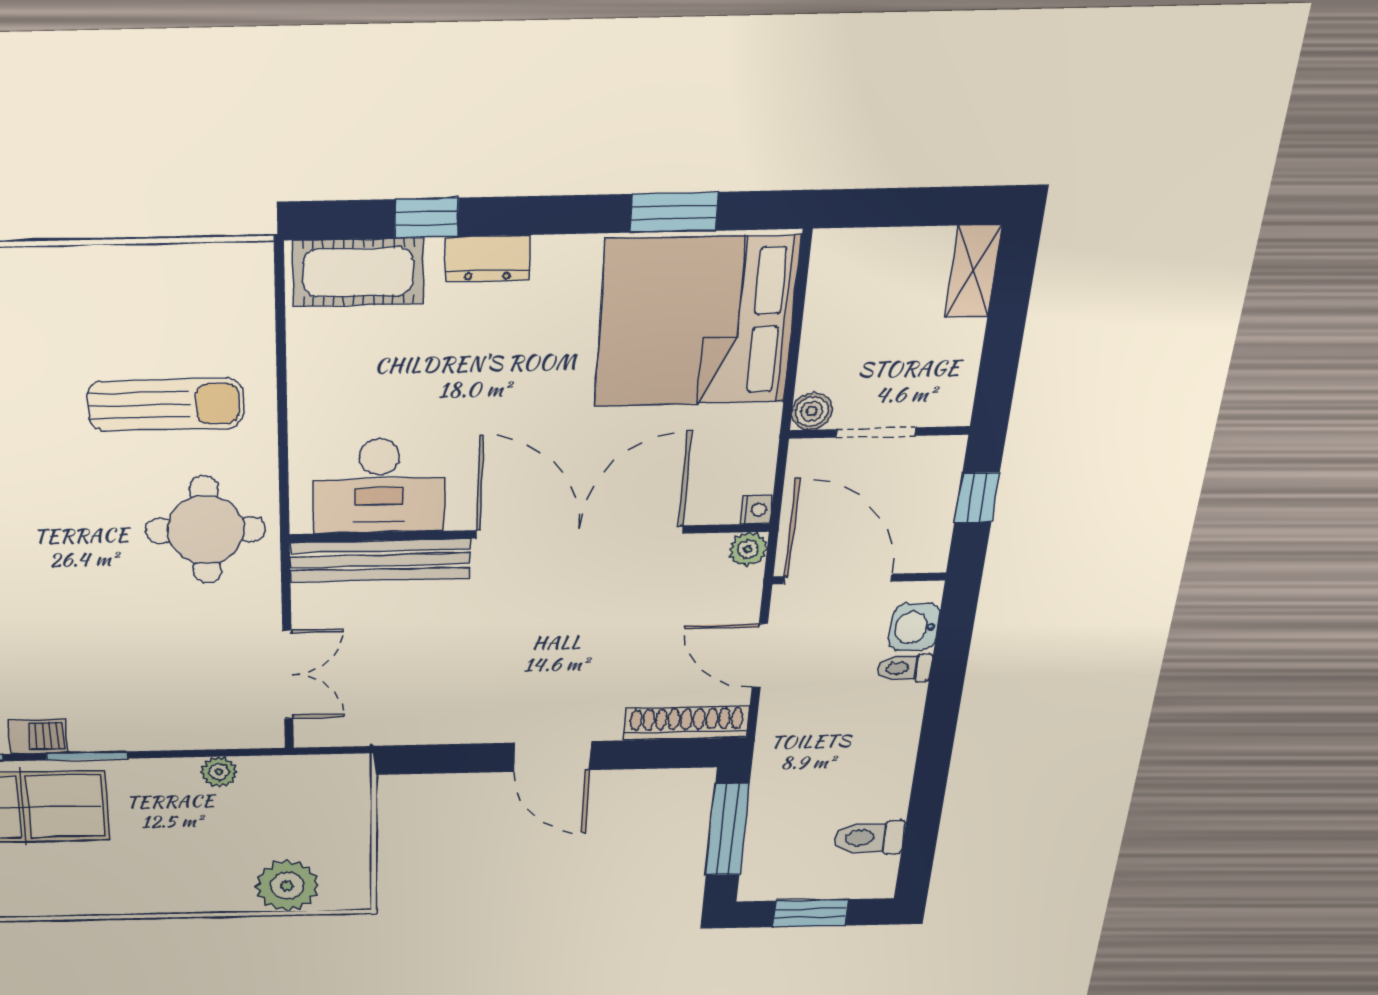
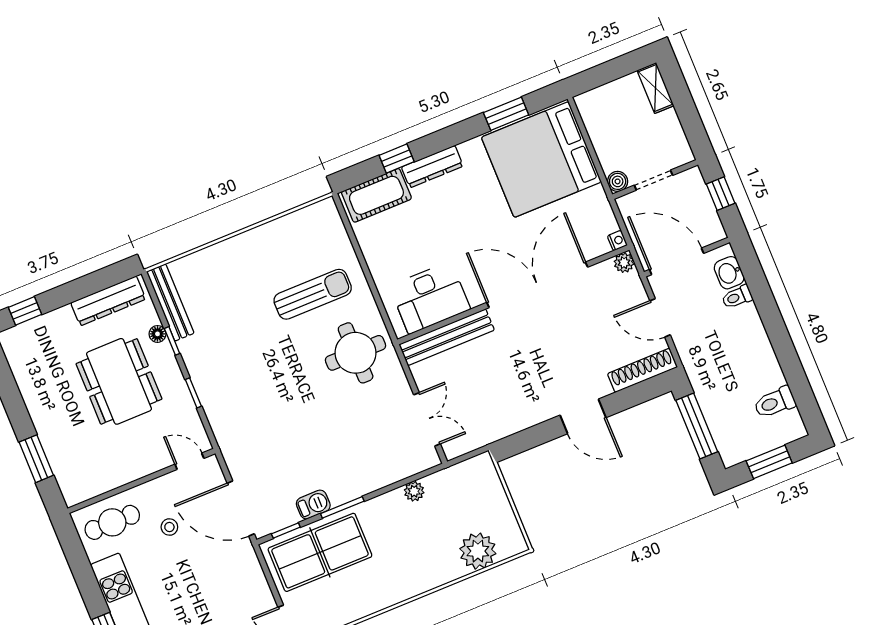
dresser: (488, 259) -> (432, 167), width x1.44

